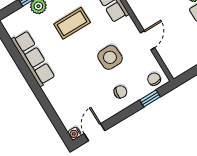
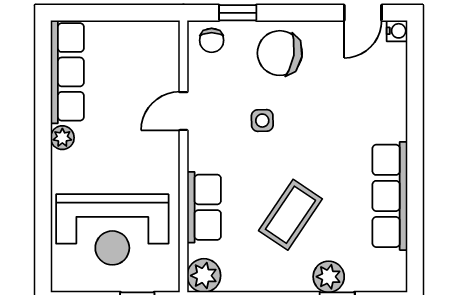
coffee table: (72, 23) -> (290, 215), turned -56
side table: (110, 57) -> (262, 121), width x0.54, depth x0.54
chair: (120, 92) -> (280, 53), width x1.87, depth x1.87

